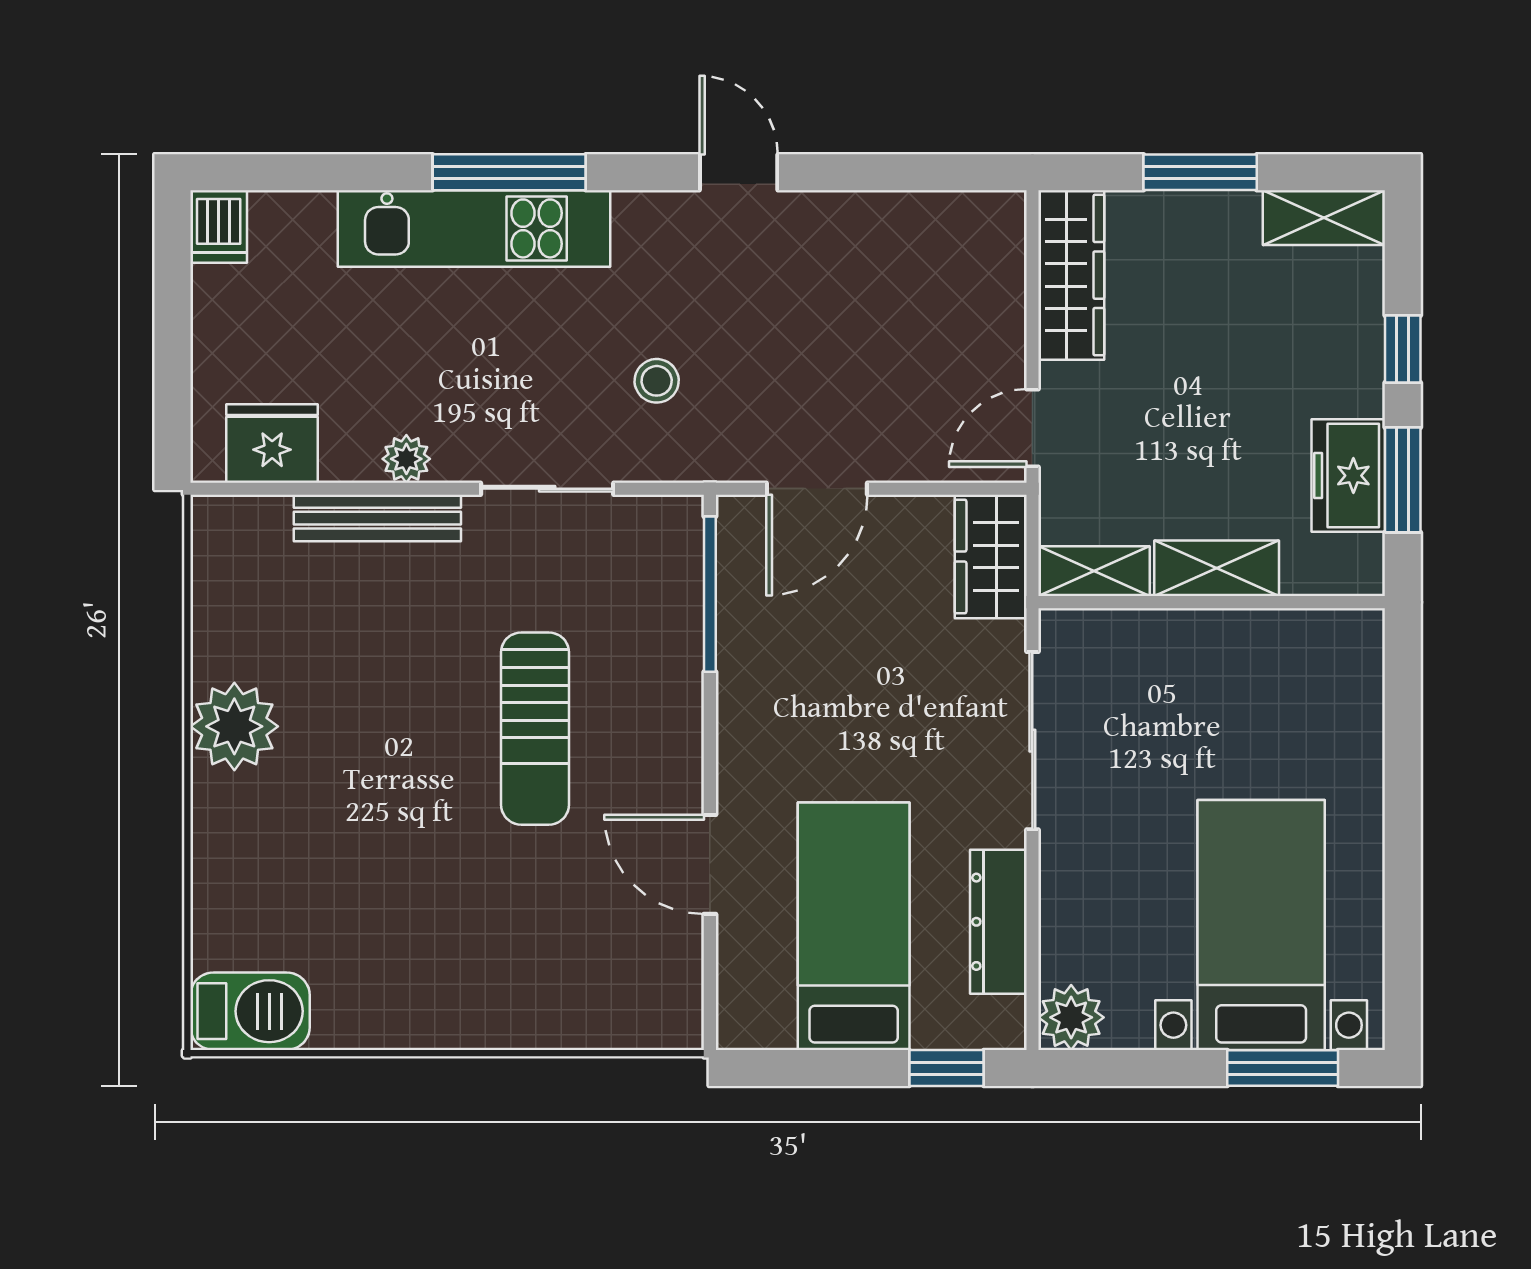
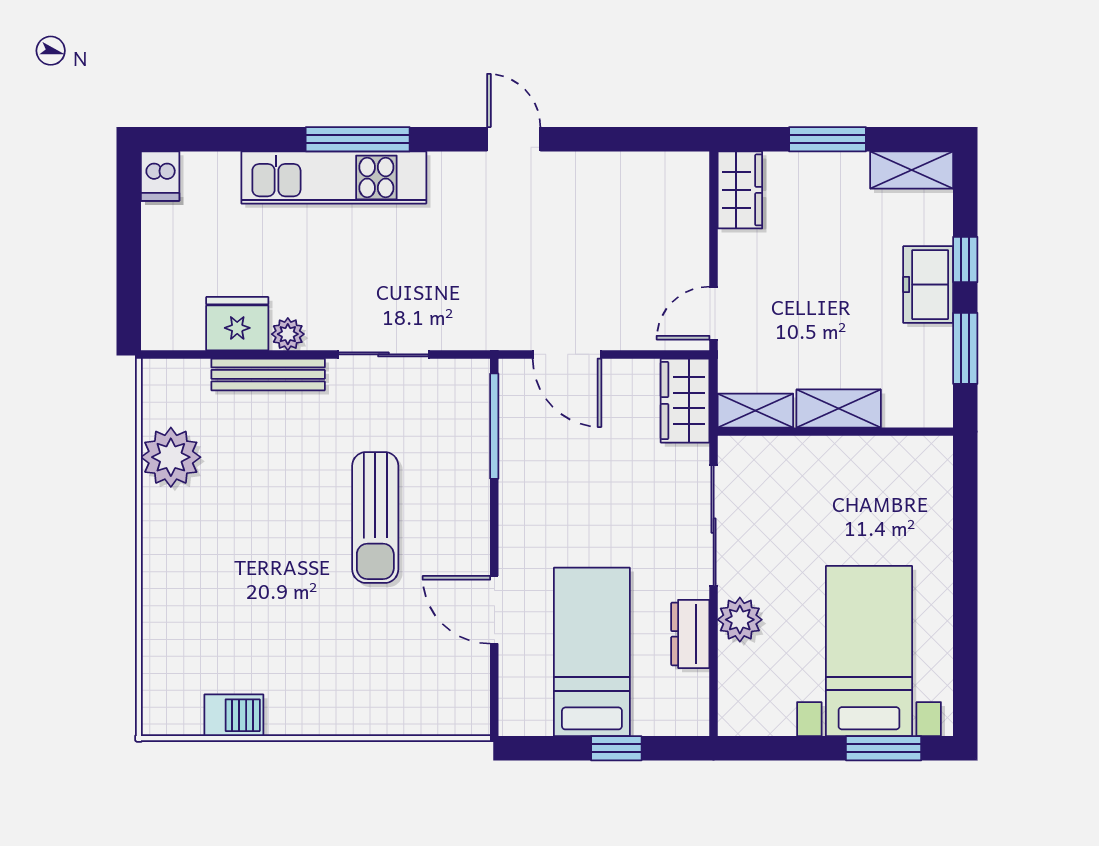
wardrobe: (1071, 275) -> (740, 190), width x0.67
stool: (657, 381) -> (458, 281), removed
fridge: (272, 443) -> (237, 324), moved
freezer: (1348, 476) -> (928, 285), moved
door: (817, 489) -> (567, 354), hinge flipped
plant: (234, 726) -> (171, 457), moved
dresser: (998, 922) -> (690, 634), width x0.70
barbecue: (250, 1011) -> (234, 715), moved, width x0.73, depth x0.79
plant: (1071, 1017) -> (740, 620), moved
window: (946, 1068) -> (616, 748), moved

